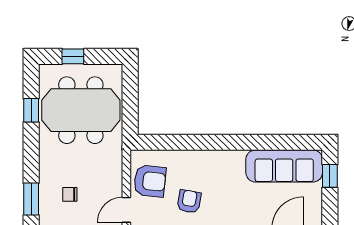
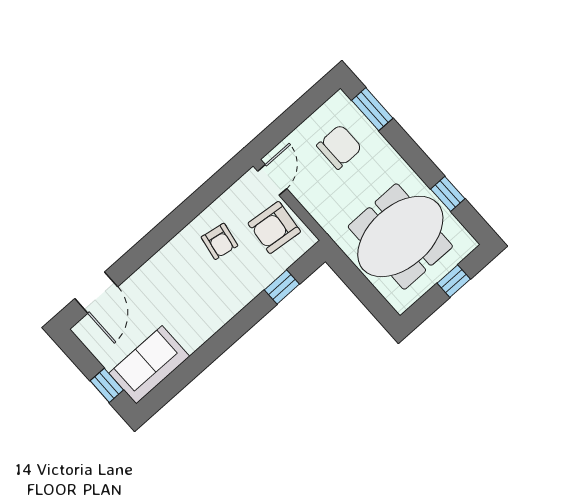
window: (176, 142) -> (282, 287), added
sofa: (284, 166) -> (149, 365), width x0.73
chair: (70, 194) -> (339, 147), width x1.87, depth x1.87

